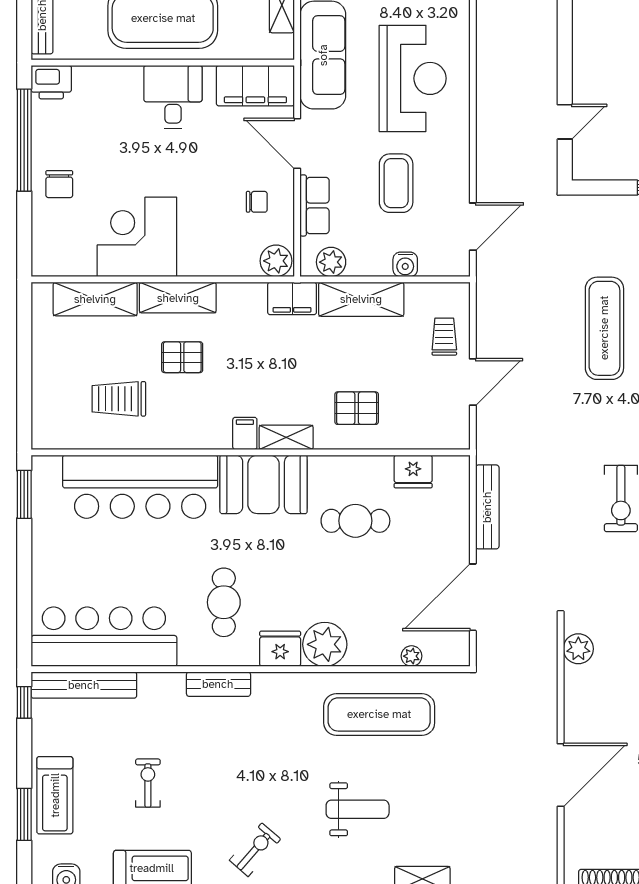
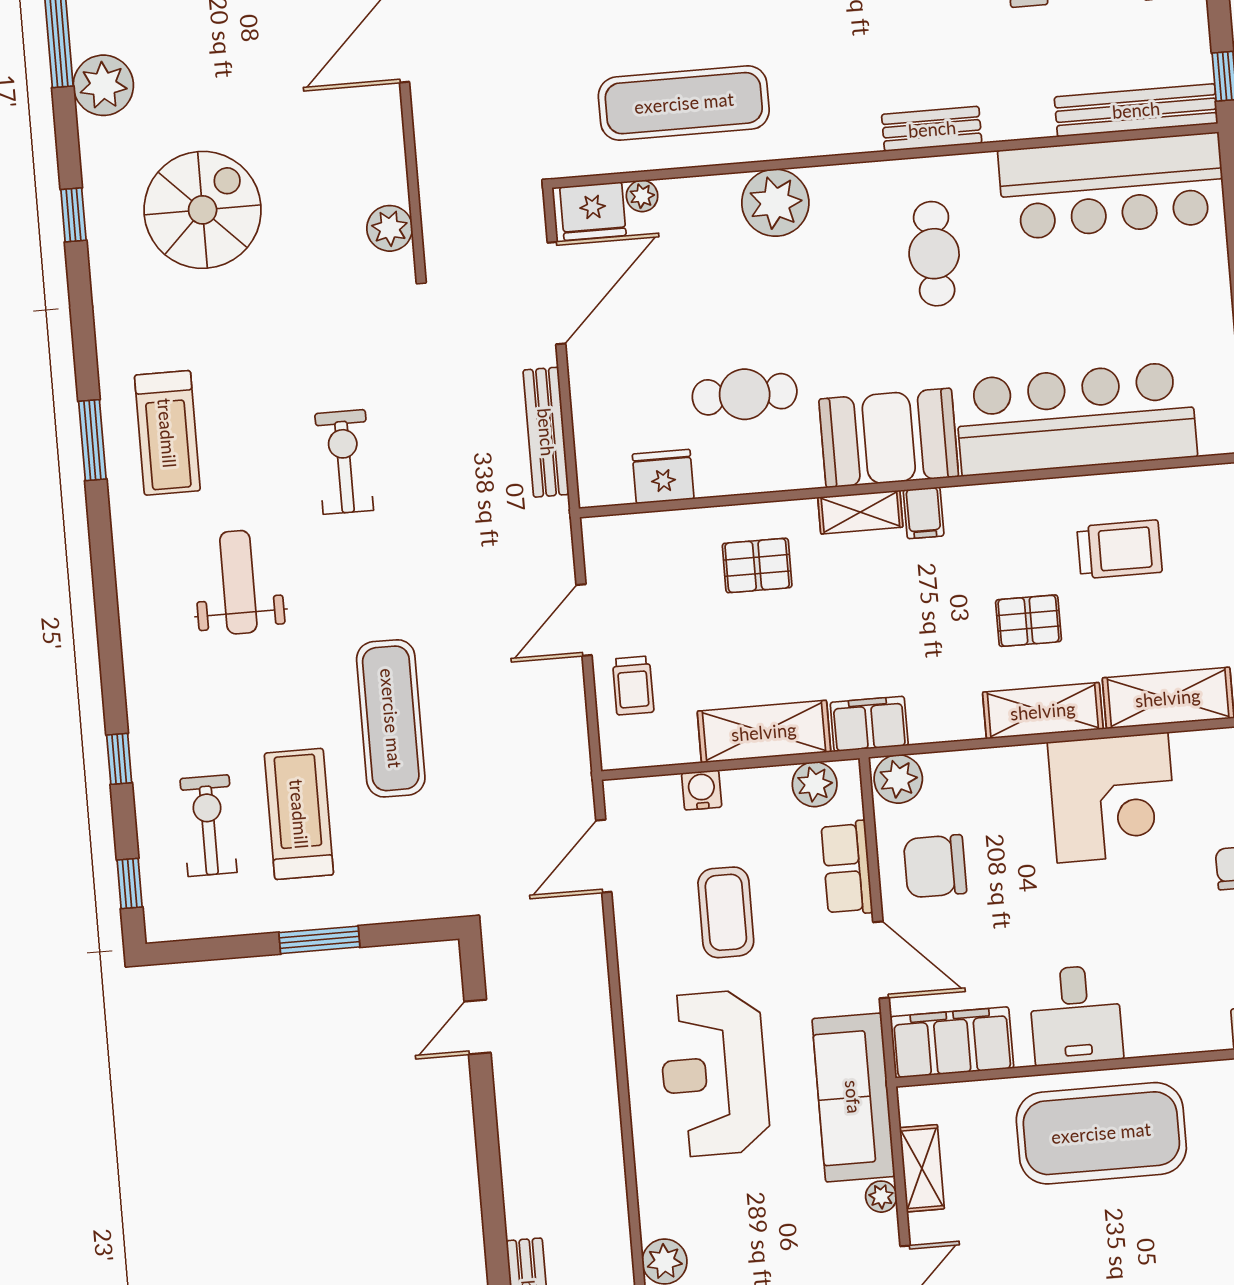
chair: (257, 202) -> (935, 866), width x1.87, depth x1.87
fridge: (280, 649) -> (593, 211), moved

